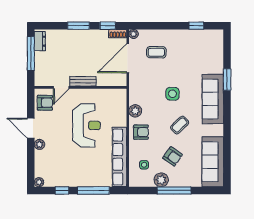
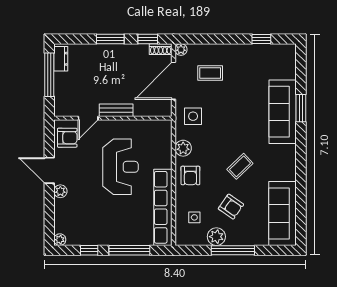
side table: (172, 94) -> (193, 116), moved
sofa: (213, 99) -> (283, 112), moved
armchair: (141, 132) -> (190, 175), turned 90

